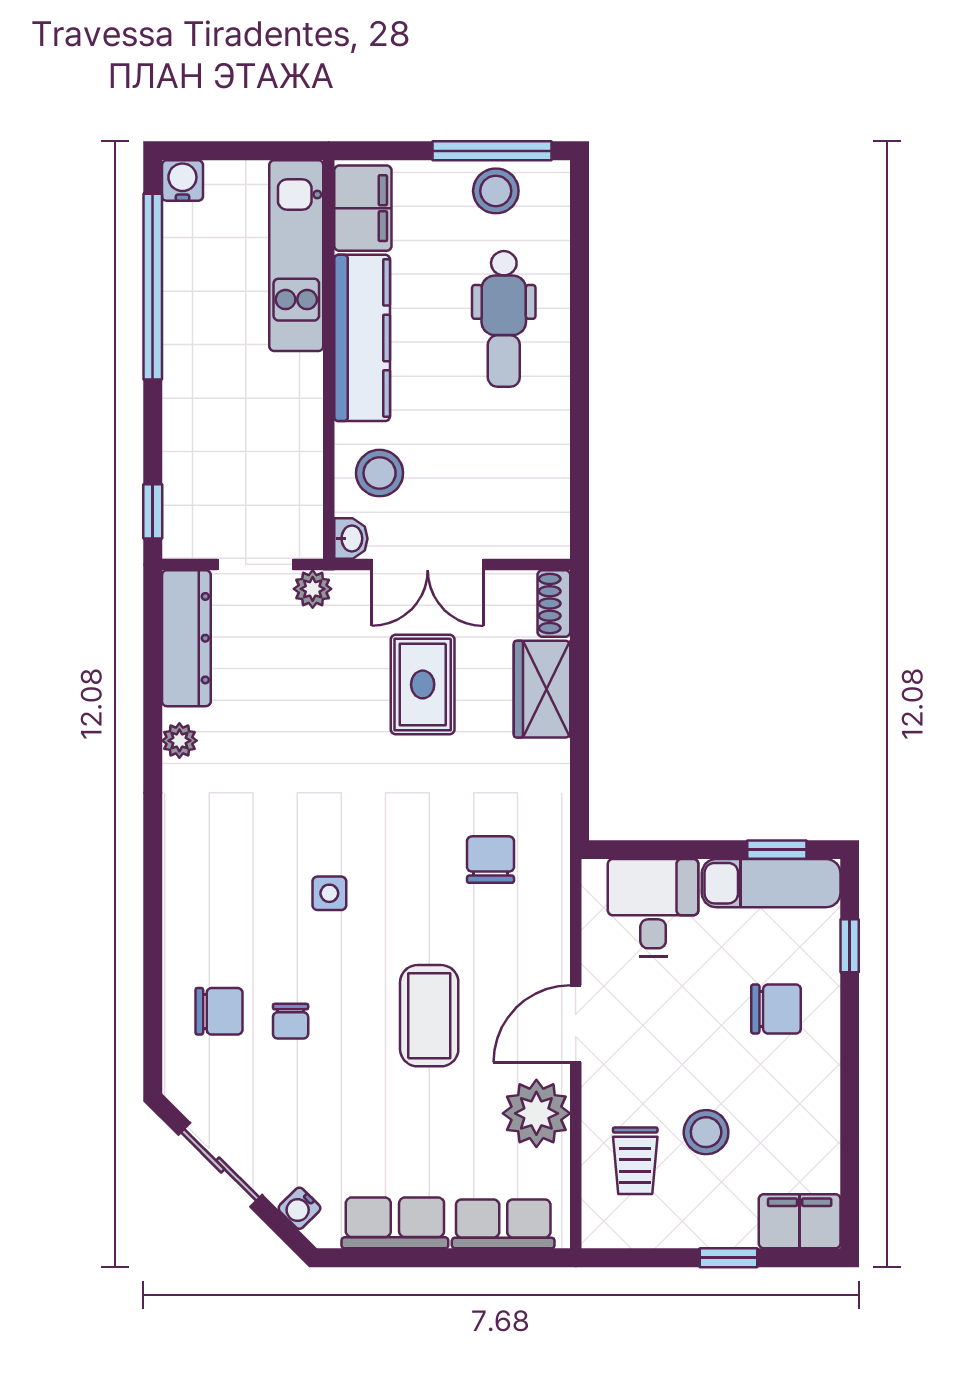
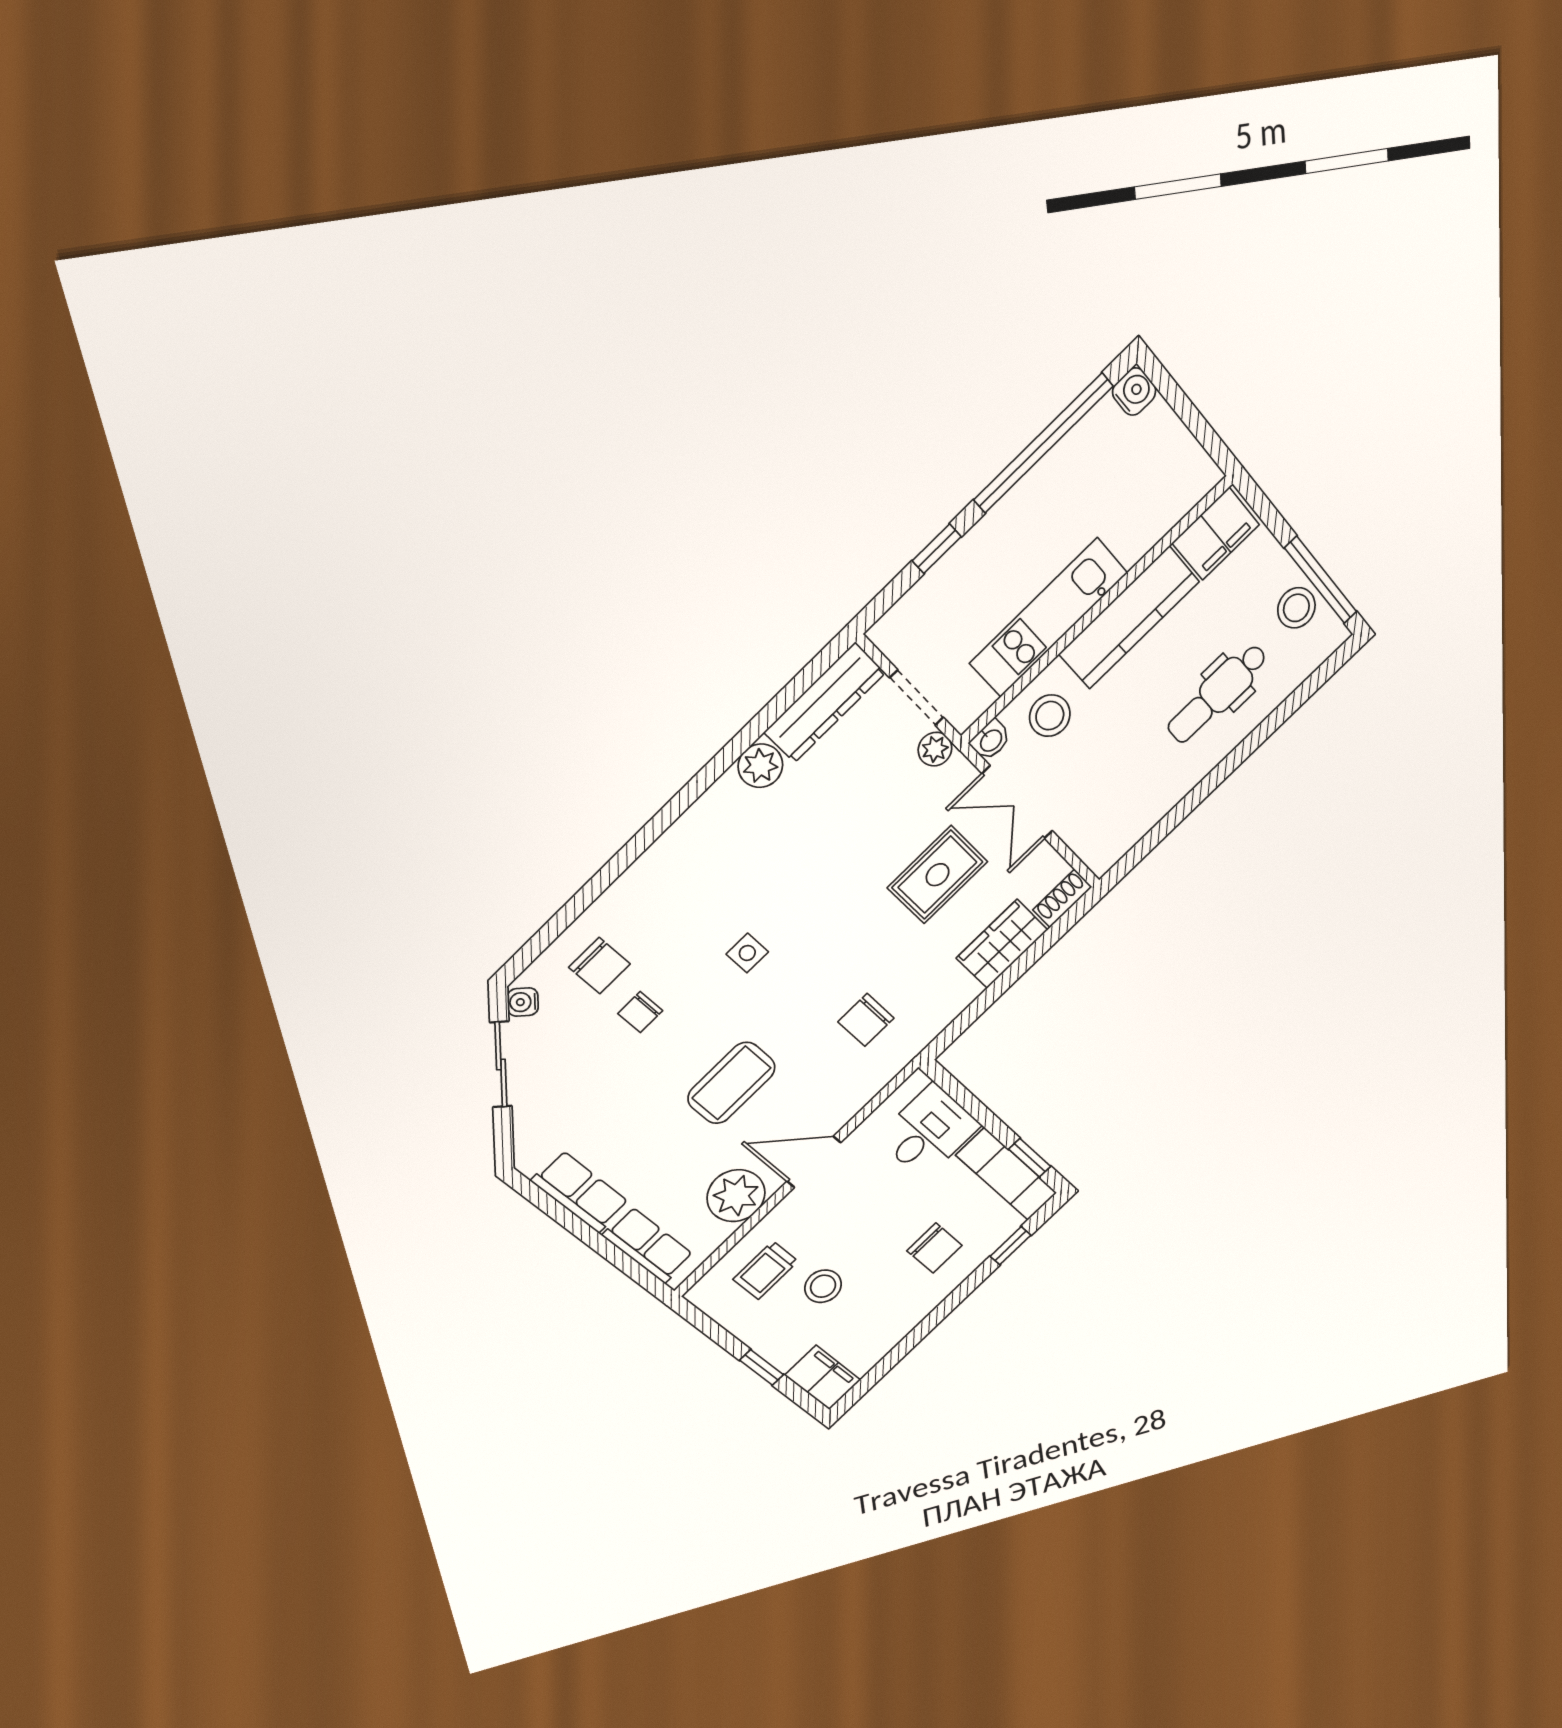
kitchen unit: (296, 256) -> (1049, 618), moved
window: (153, 511) -> (937, 549), moved
plant: (179, 741) -> (760, 766), width x1.38, depth x1.38
chair: (490, 860) -> (866, 1020), turned 180
water cooler: (299, 1208) -> (523, 1002), moved

